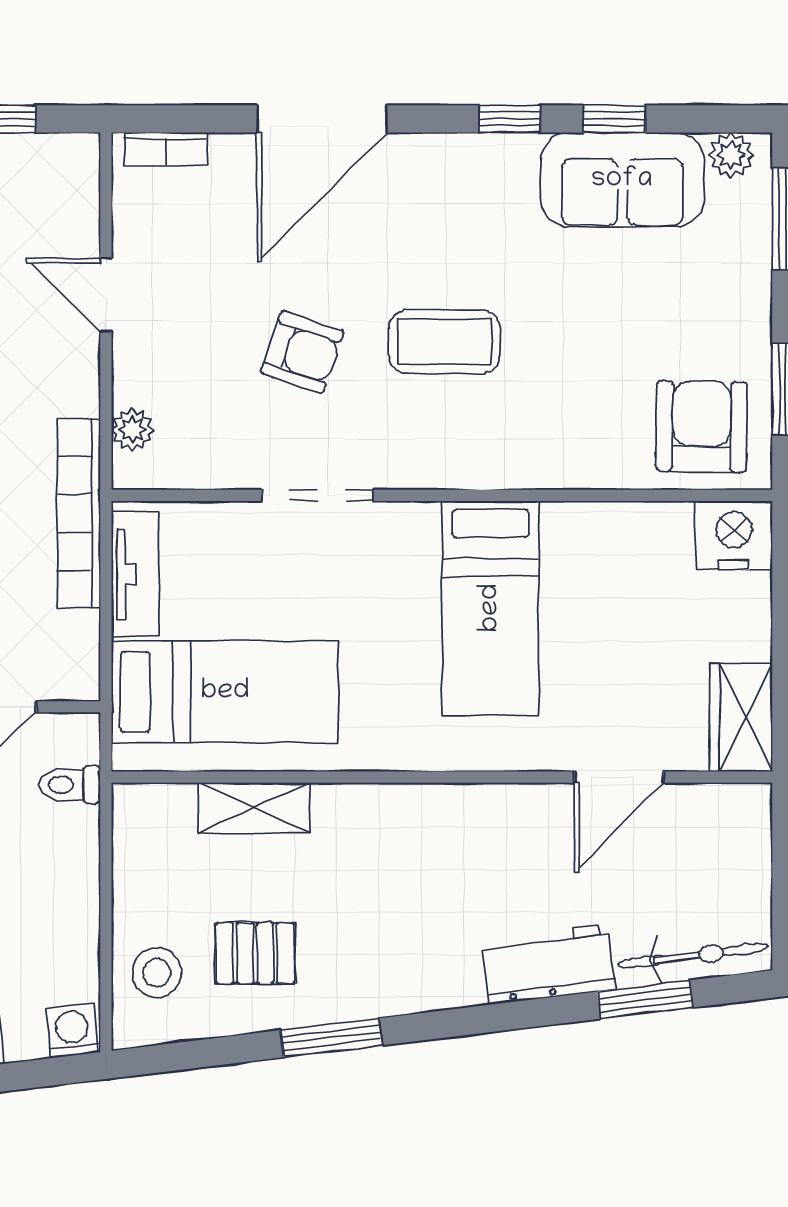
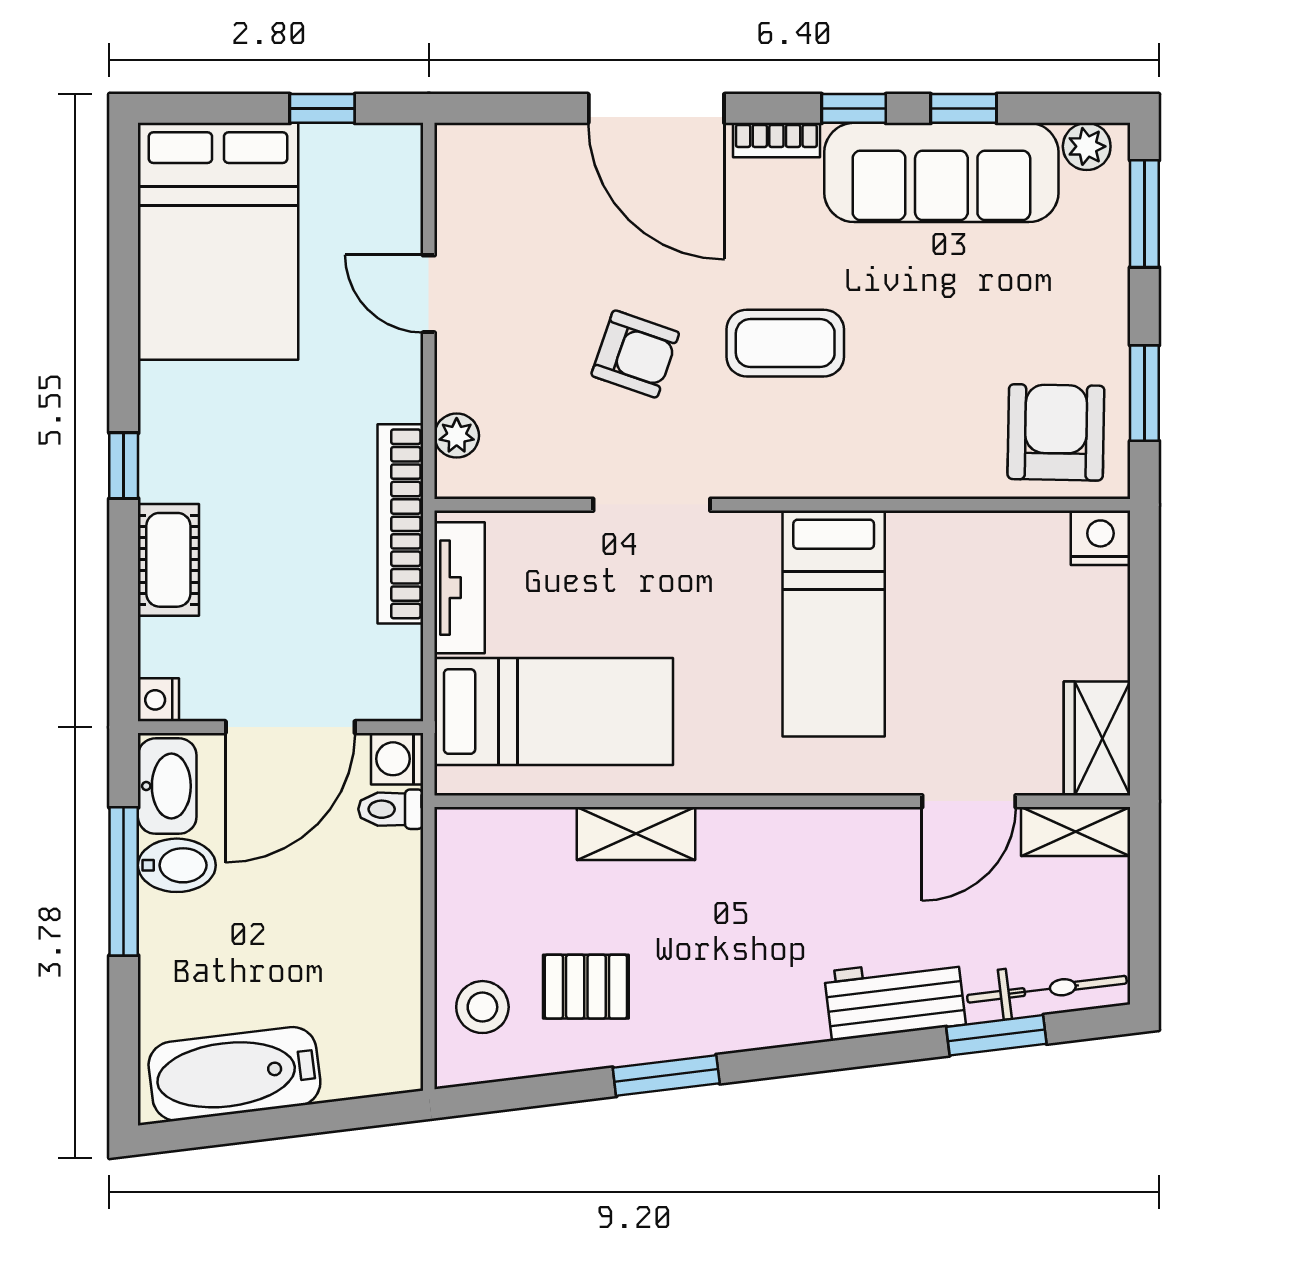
door: (322, 119) -> (656, 108), hinge flipped
bookcase: (166, 149) -> (776, 140), moved
sofa: (622, 180) -> (941, 172), width x1.36
nightstand: (734, 535) -> (1100, 538), width x0.74, depth x0.75
shelving: (721, 806) -> (1076, 832), added
shelving: (254, 808) -> (636, 834), moved
washing machine: (72, 1031) -> (397, 759), moved, turned -83

